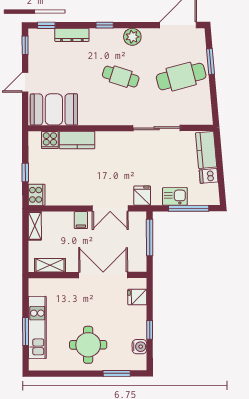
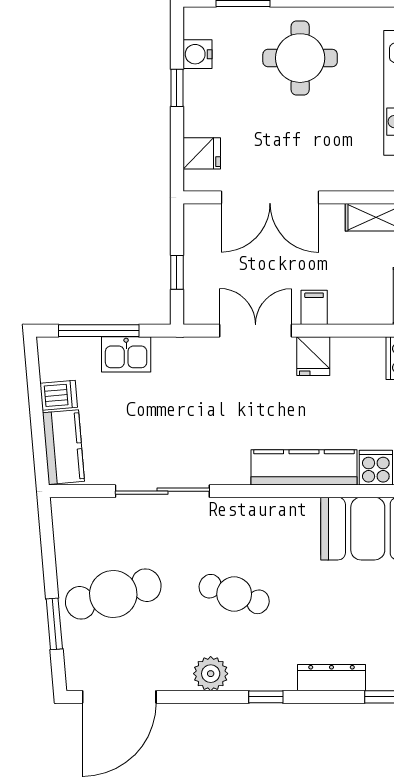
kitchen counter: (77, 140) -> (304, 467), width x1.50
fridge: (142, 196) -> (313, 356), moved
window: (150, 238) -> (177, 272), width x0.46

